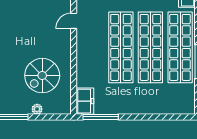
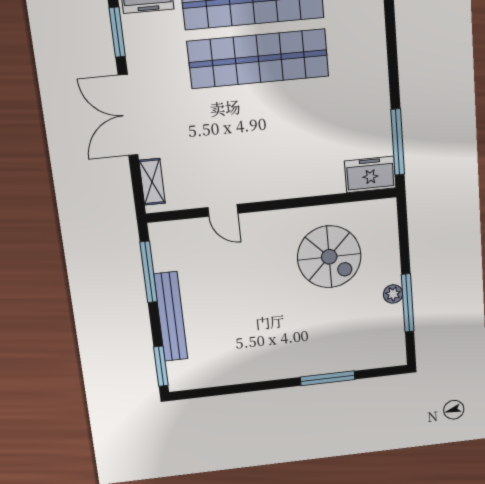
shop shelf: (121, 47) -> (264, 116), removed
plant: (37, 109) -> (393, 294), moved

